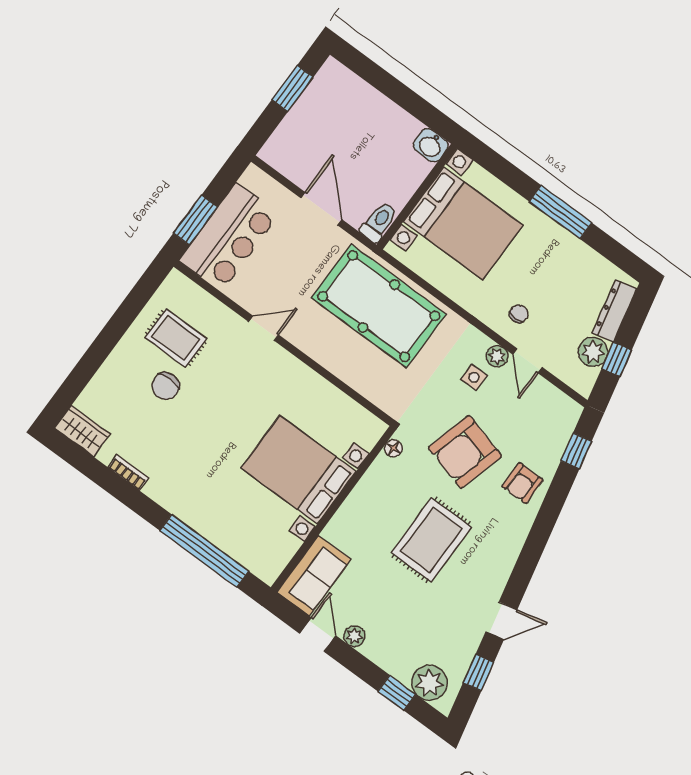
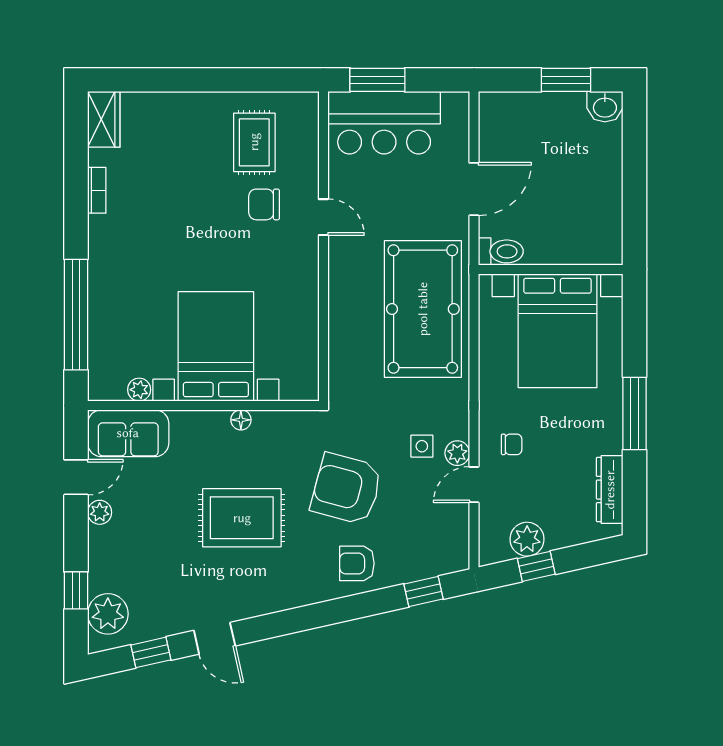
washbasin: (431, 145) -> (605, 107), moved, turned -90
dresser: (615, 311) -> (610, 490), moved, turned -77
chair: (166, 386) -> (264, 204), moved
floor lamp: (393, 448) -> (241, 420), moved
plant: (289, 546) -> (139, 390), added

